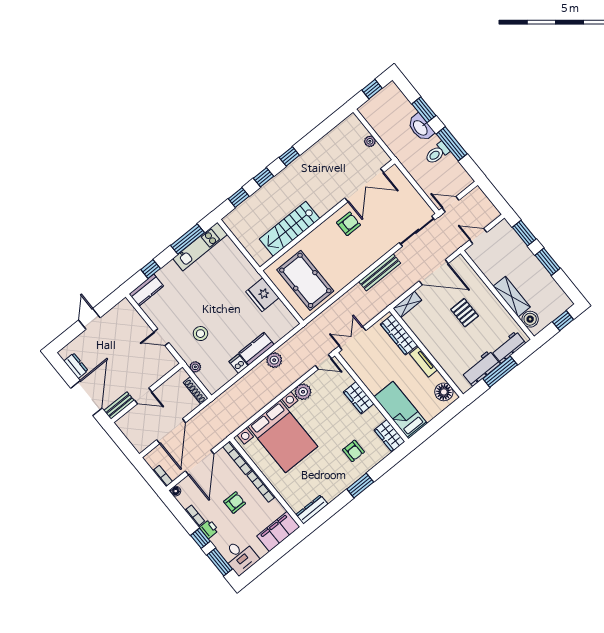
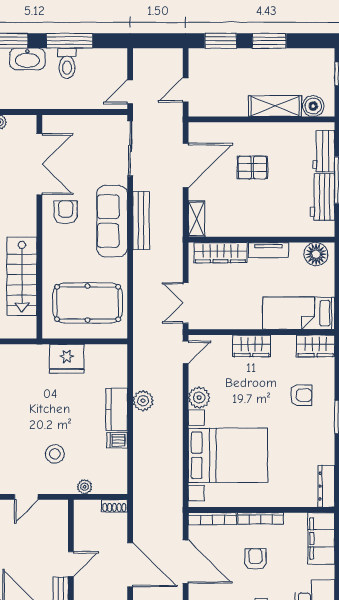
sofa: (366, 256) -> (112, 221), added
shoe rack: (196, 390) -> (114, 506), width x0.70

